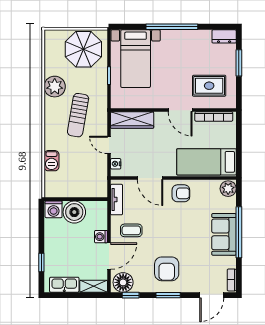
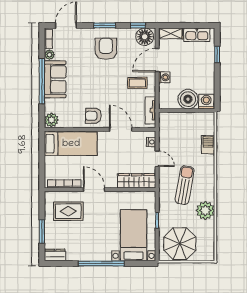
plant: (230, 262) -> (49, 55), added

